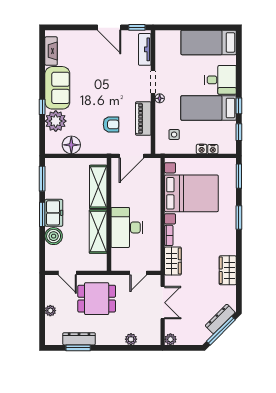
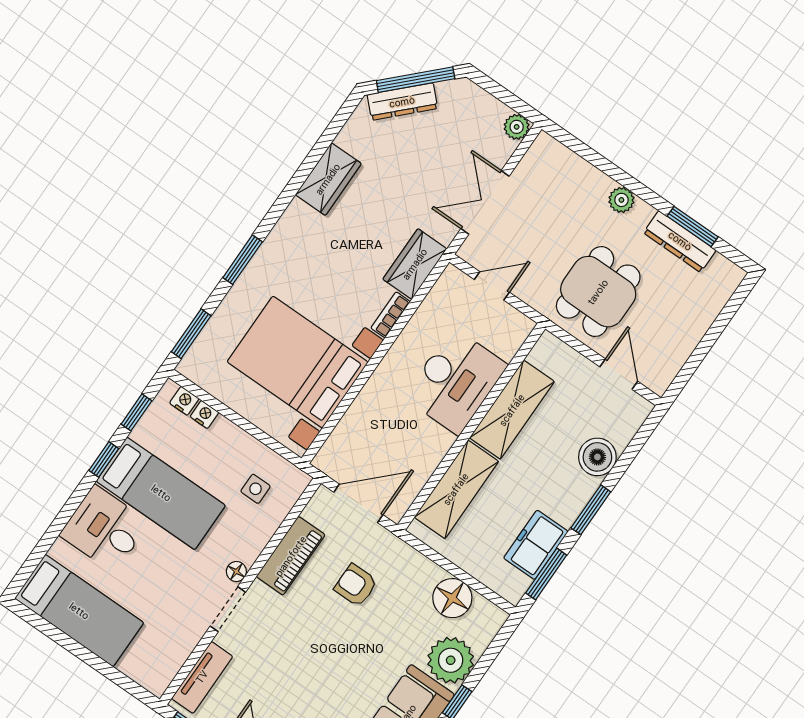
nightstand: (202, 149) -> (184, 401), moved
freezer: (54, 213) -> (536, 545), moved
dining table: (97, 299) -> (598, 292), turned 90
plant: (50, 311) -> (696, 328), removed
plant: (131, 339) -> (621, 200), moved

